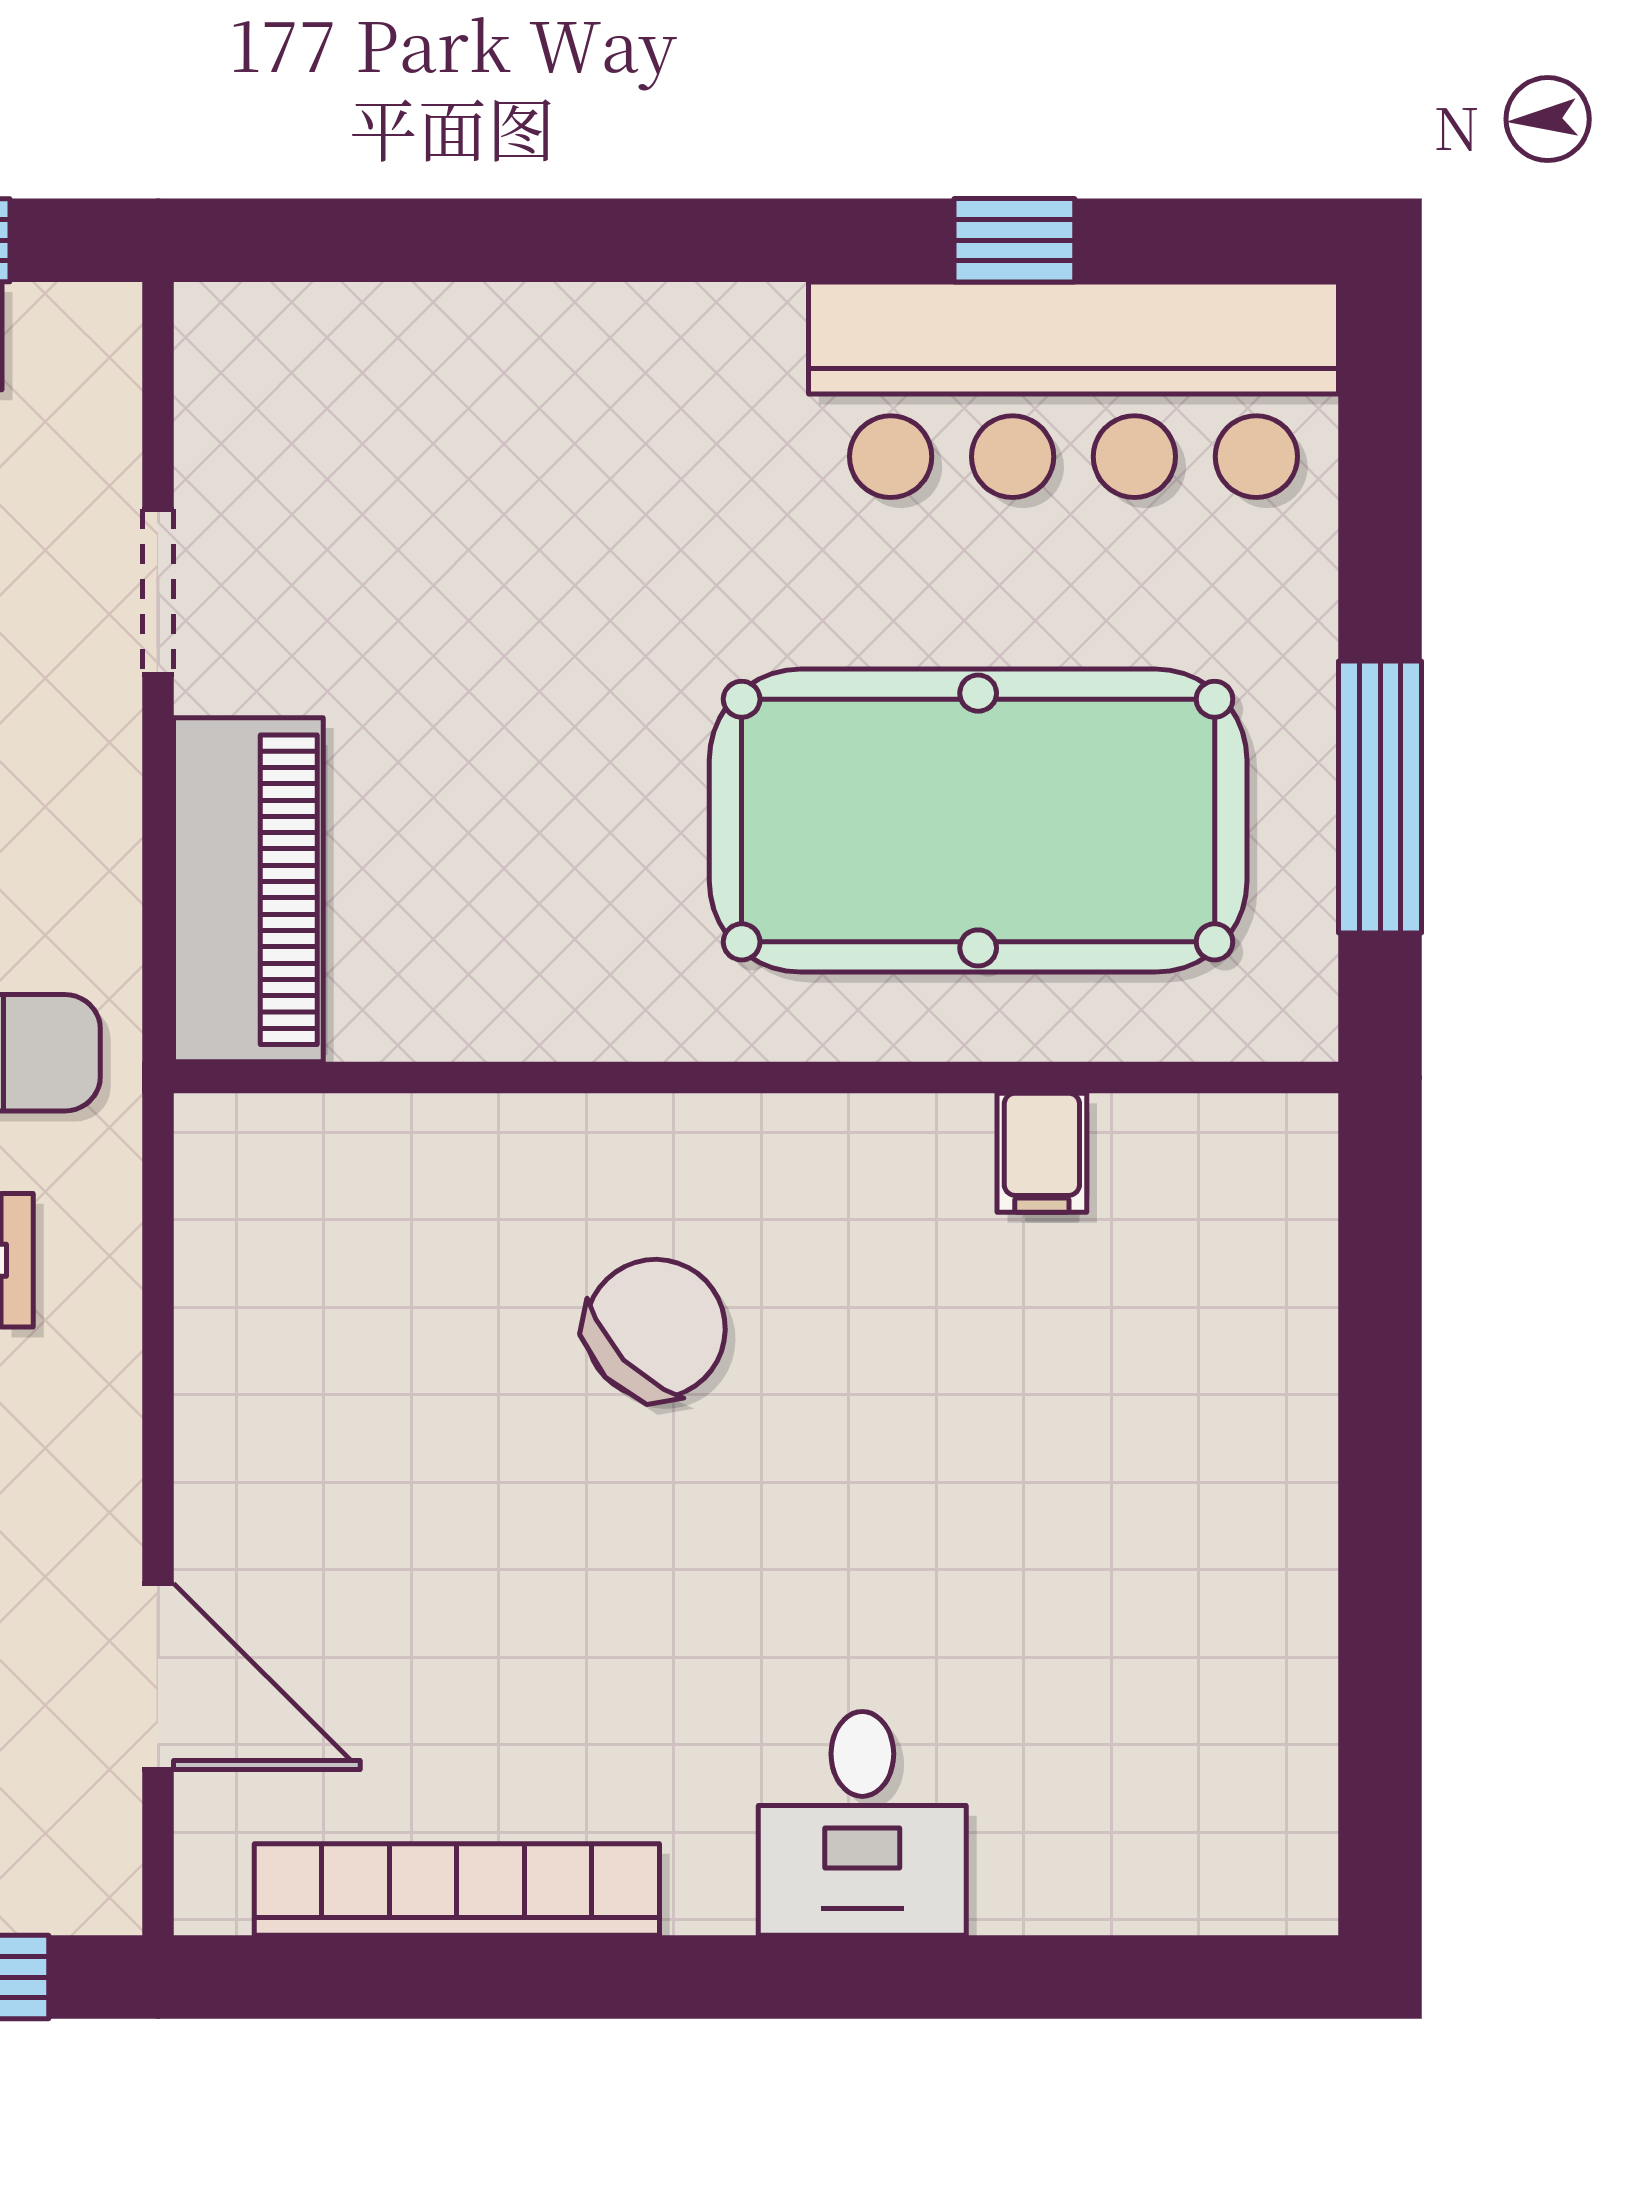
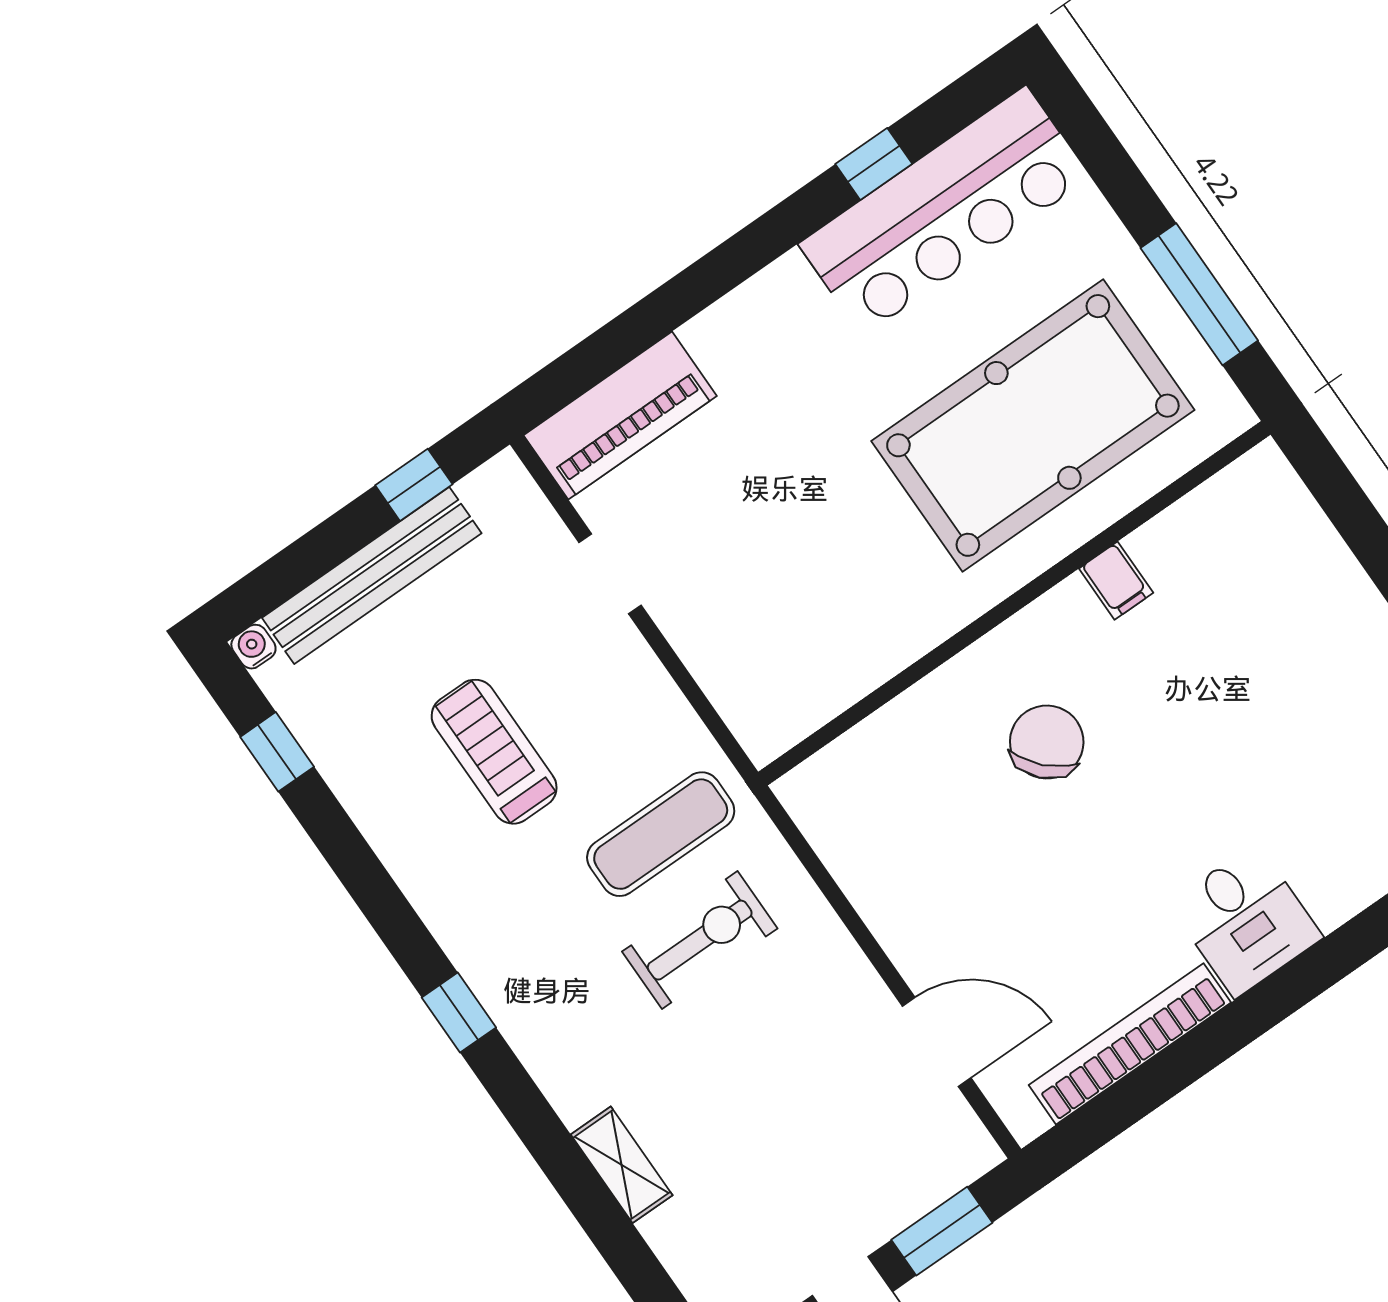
piano: (248, 890) -> (620, 416), moved, turned 90
filing cabinet: (1042, 1153) -> (1116, 581), moved
desk: (862, 1823) -> (1246, 921), moved

